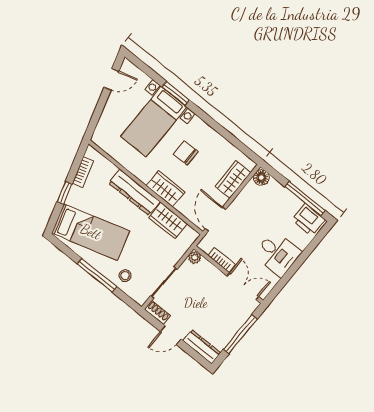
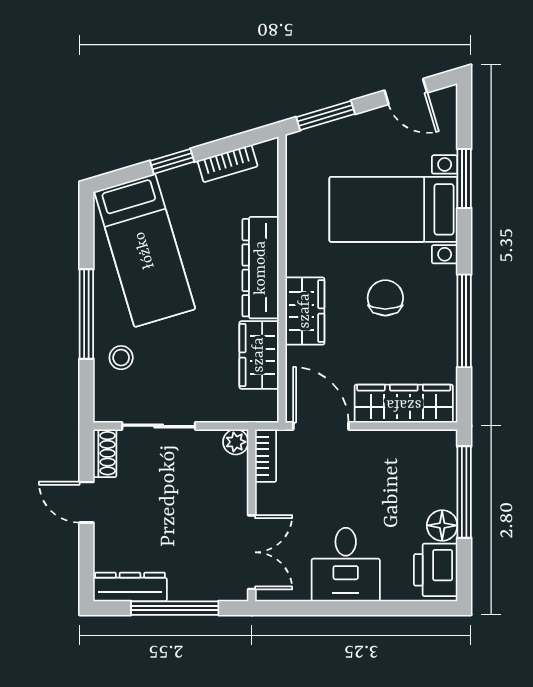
window: (176, 93) -> (464, 178), moved
window: (95, 118) -> (326, 115), added
window: (220, 129) -> (464, 321), added
floor lamp: (261, 177) -> (442, 525), moved
wardrobe: (233, 179) -> (404, 404), width x1.50
window: (305, 199) -> (464, 492), moved
door: (215, 219) -> (321, 426), hinge flipped
bookcase: (222, 260) -> (266, 456), moved
dresser: (202, 347) -> (130, 587), moved, turned -90

